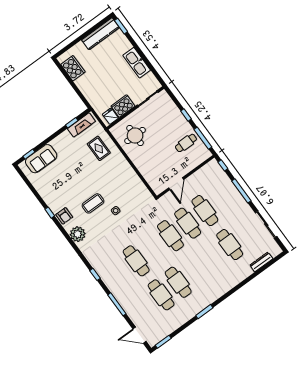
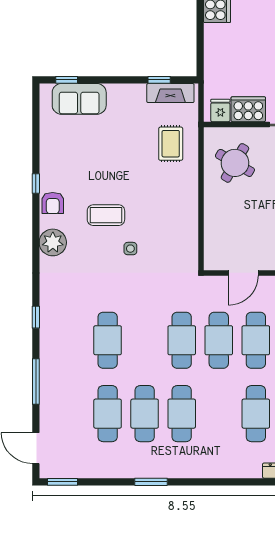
round table: (135, 135) -> (235, 163), turned 30
cafe table: (195, 270) -> (182, 414), added

